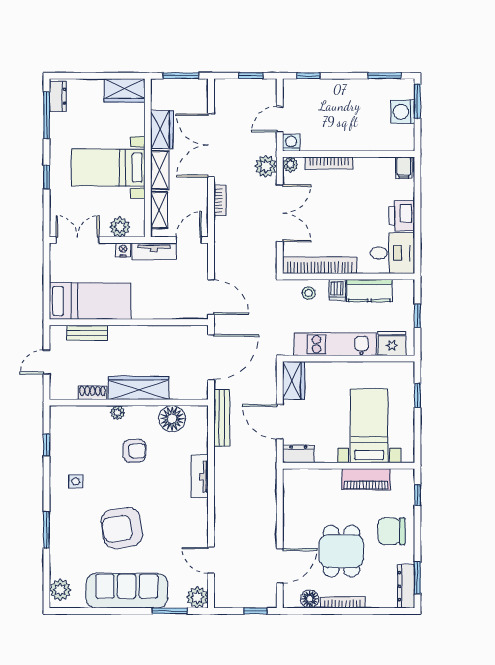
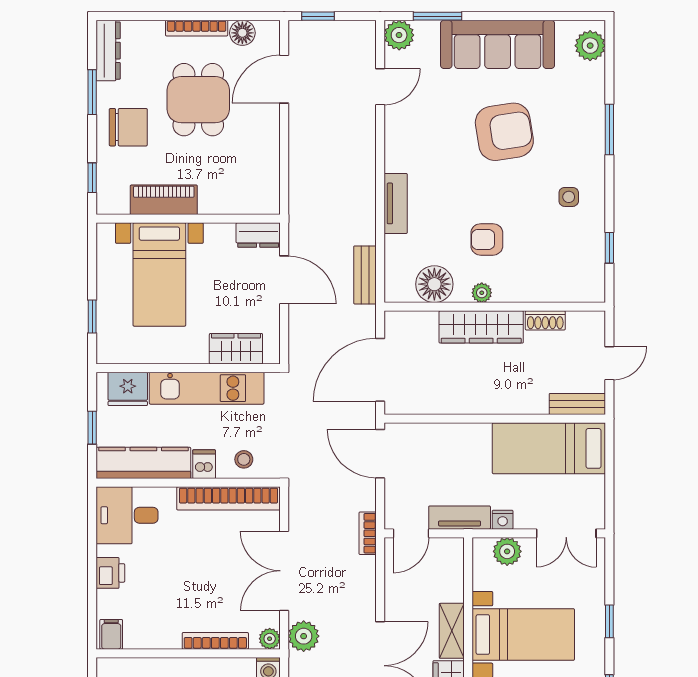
bookcase: (220, 200) -> (368, 533), moved
shelving: (159, 210) -> (452, 575), removed
printer: (402, 216) -> (110, 573), width x0.73, depth x0.81
kitchen counter: (369, 291) -> (143, 463), width x1.50
bench: (87, 333) -> (577, 404), moved
wardrobe: (294, 380) -> (236, 349), moved, turned 90
plant: (117, 413) -> (482, 293), moved
bench: (222, 418) -> (365, 275), width x0.73
door: (211, 560) -> (380, 87), hinge flipped
window: (417, 578) -> (92, 92), moved

